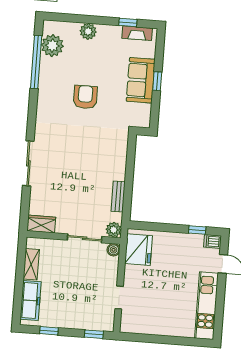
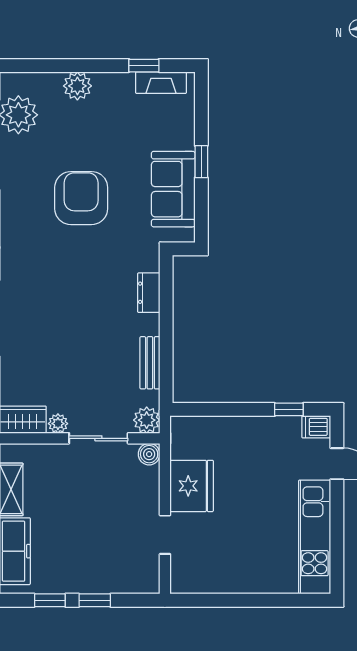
sofa: (141, 80) -> (173, 189), moved
armchair: (85, 97) -> (81, 198), width x1.36, depth x1.36
dresser: (121, 155) -> (149, 293), added
plant: (62, 228) -> (58, 424), added
fridge: (139, 250) -> (192, 486), moved
window: (94, 334) -> (95, 600), moved

